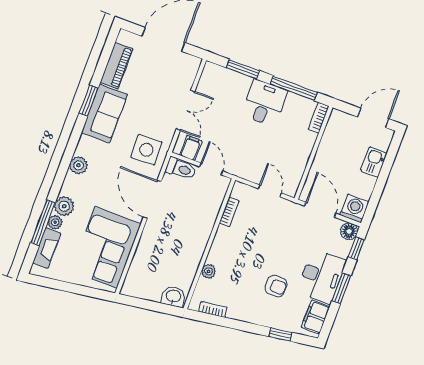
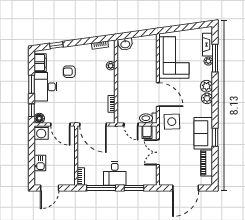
door: (270, 191) -> (93, 124), width x1.87
plant: (64, 206) -> (206, 86), moved

